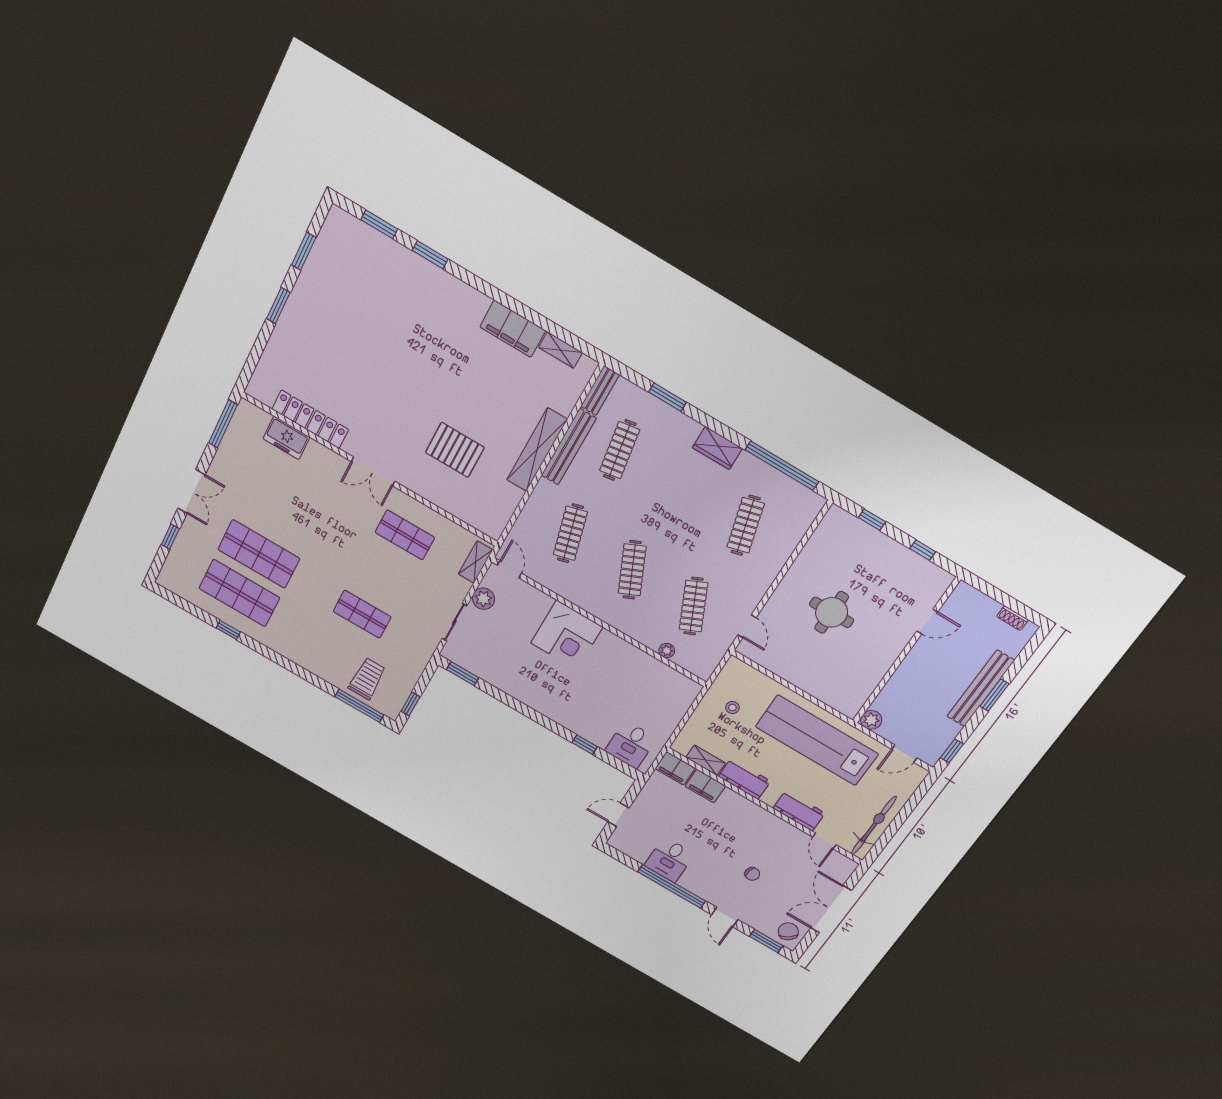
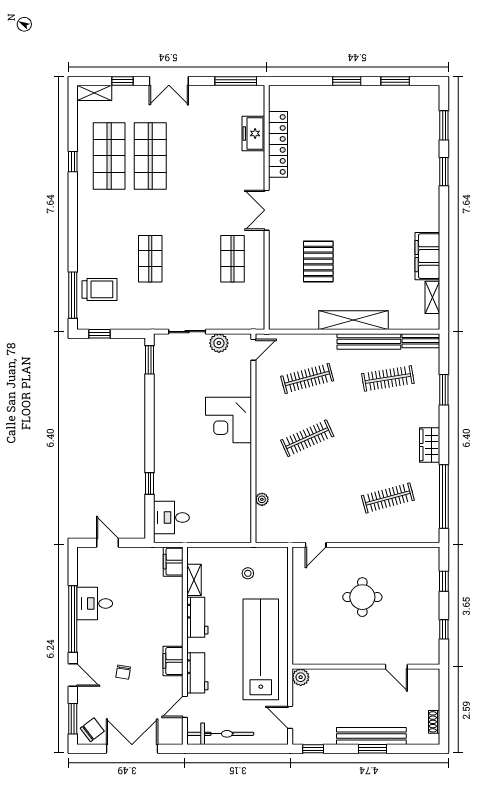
shelving: (475, 562) -> (94, 93), moved
clothes rail: (693, 606) -> (307, 498), removed
filing cabinet: (705, 786) -> (173, 661), moved
door: (725, 917) -> (73, 675), swing flipped

